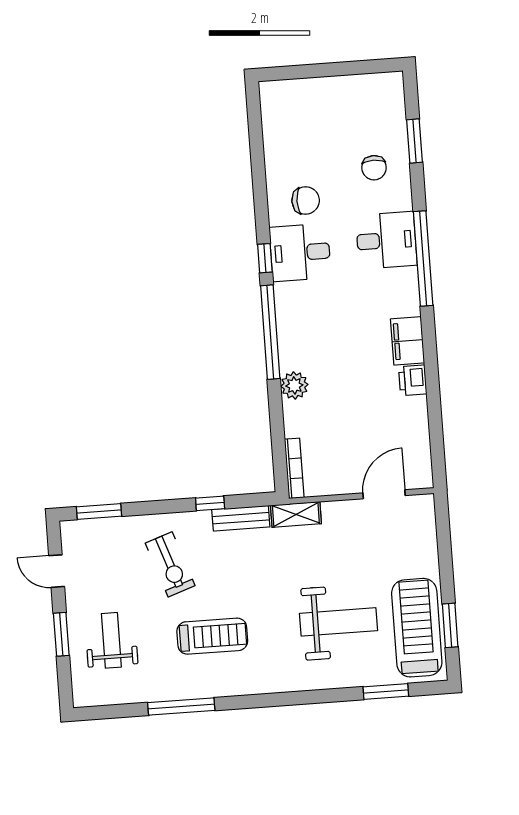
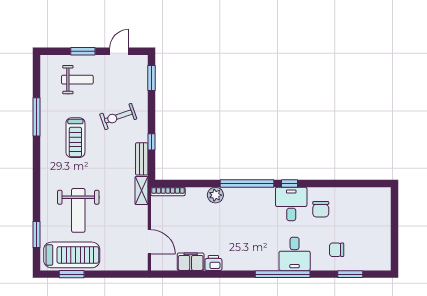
filing cabinet: (408, 341) -> (191, 262), moved

